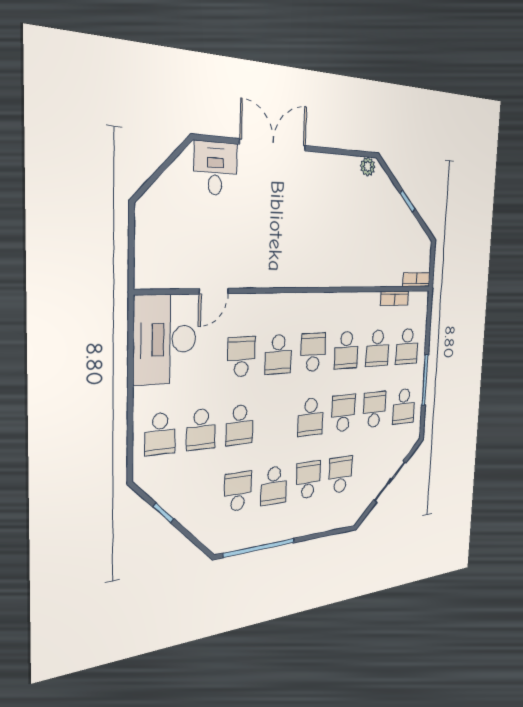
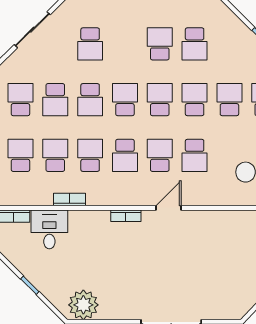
plant: (368, 167) -> (83, 305), width x1.88, depth x1.88
desk: (215, 168) -> (49, 229), moved, turned 180
bookcase: (315, 280) -> (126, 216), added
door: (214, 291) -> (169, 208), moved
bookcase: (395, 298) -> (70, 200), moved
school desk: (308, 480) -> (160, 100), moved, turned 180

